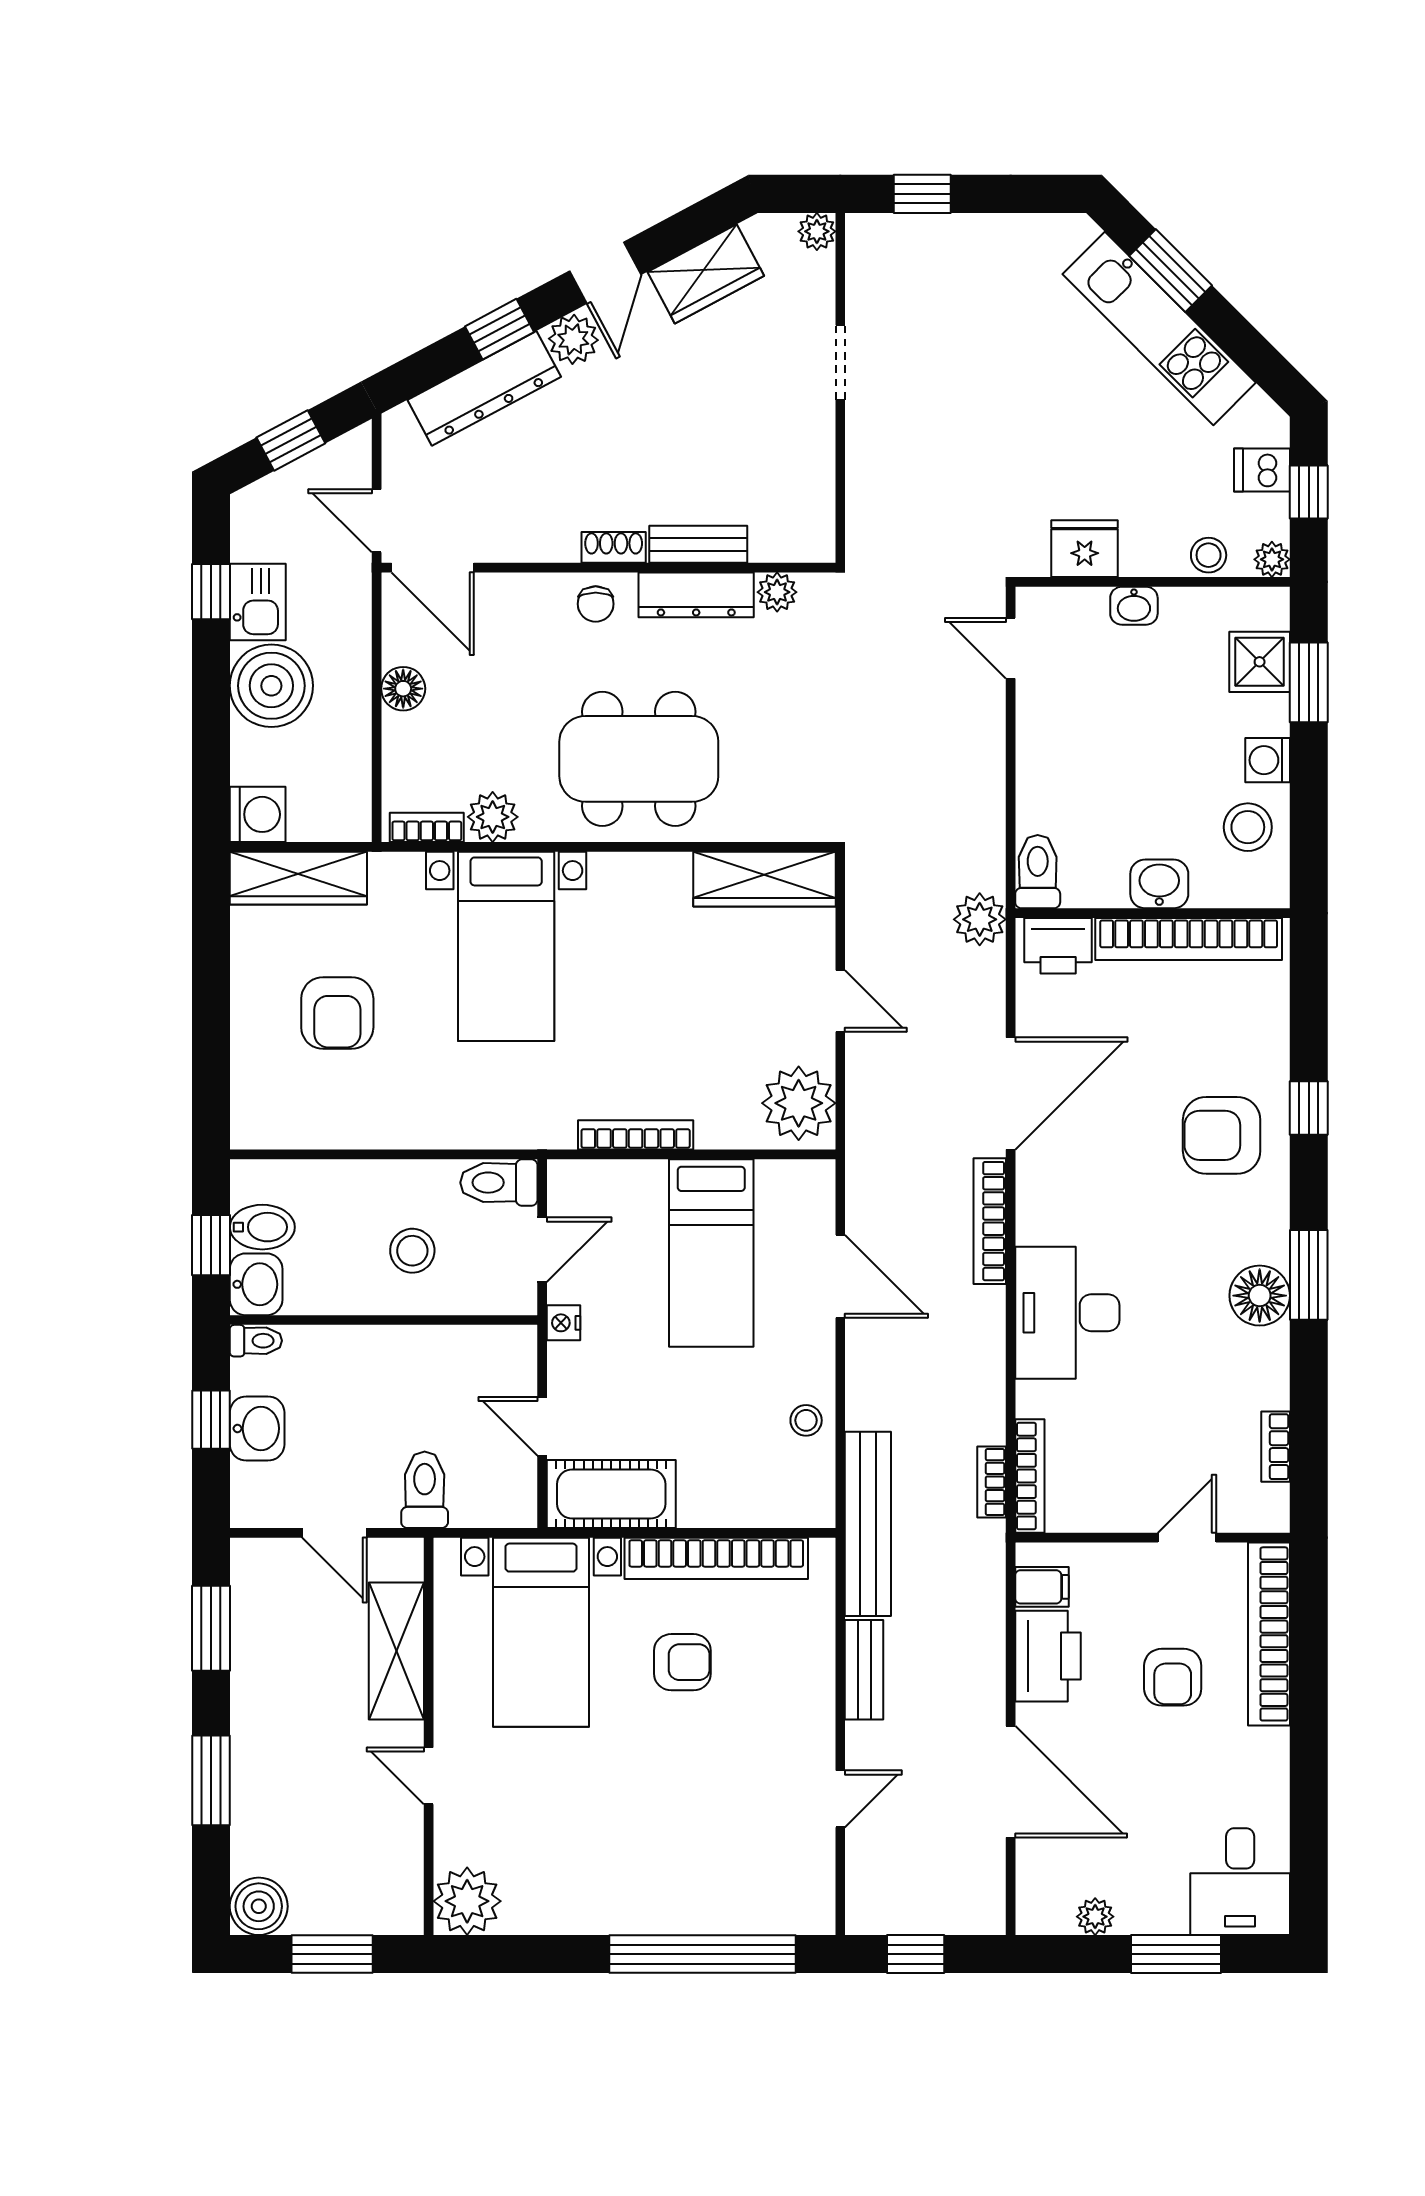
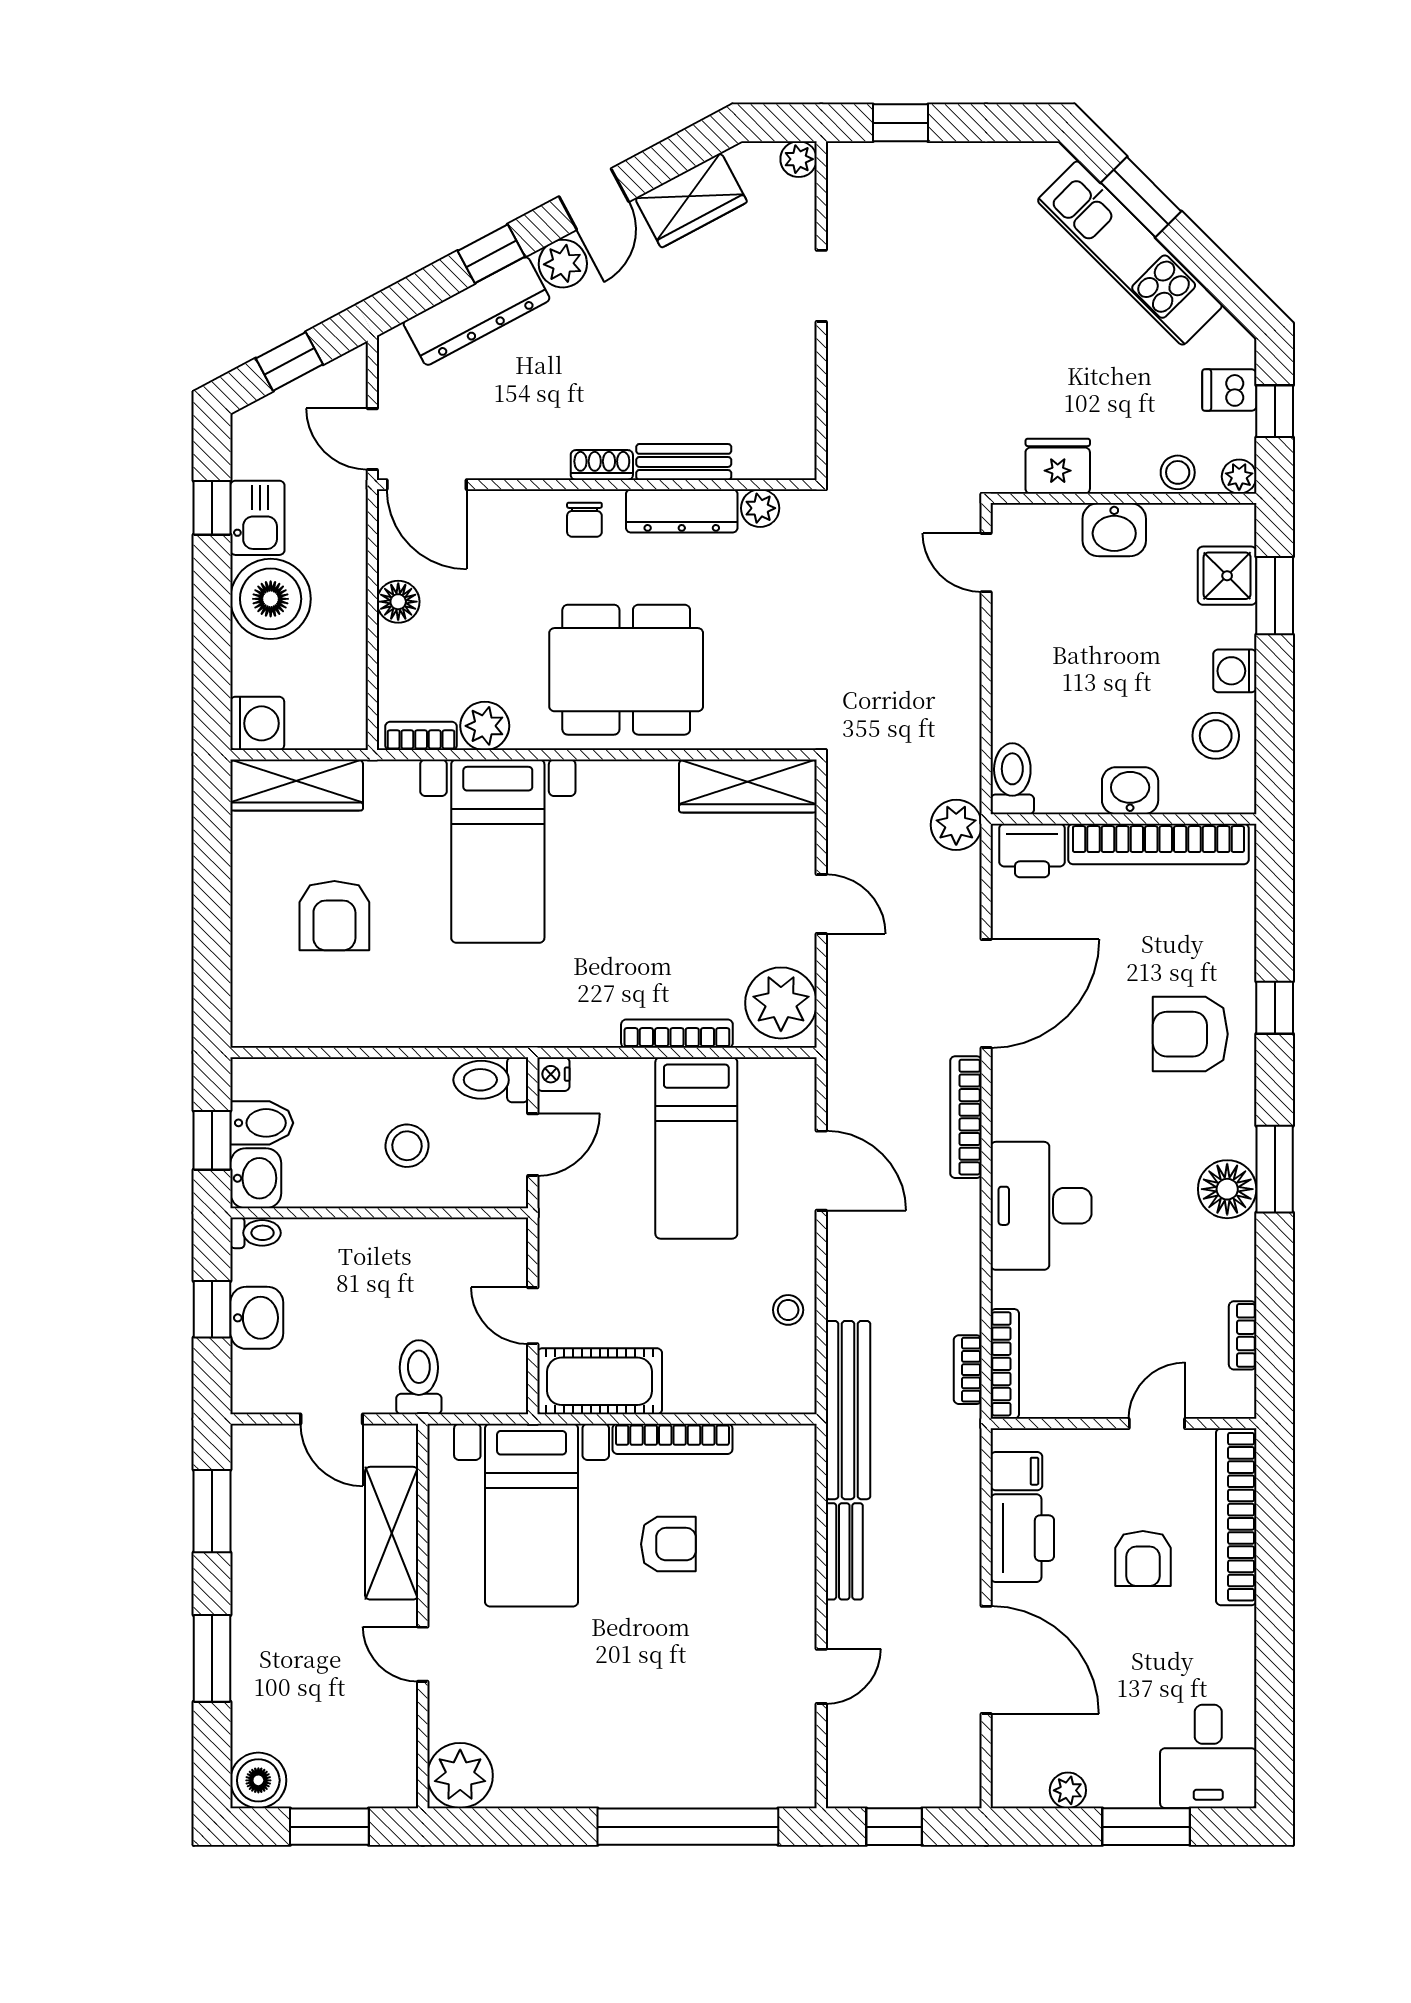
washbasin: (1134, 606) -> (1114, 530), width x1.38, depth x1.45
bookcase: (636, 1135) -> (677, 1034), moved
nightstand: (564, 1323) -> (553, 1074), moved
bookcase: (716, 1558) -> (672, 1439), width x0.68, depth x0.76

